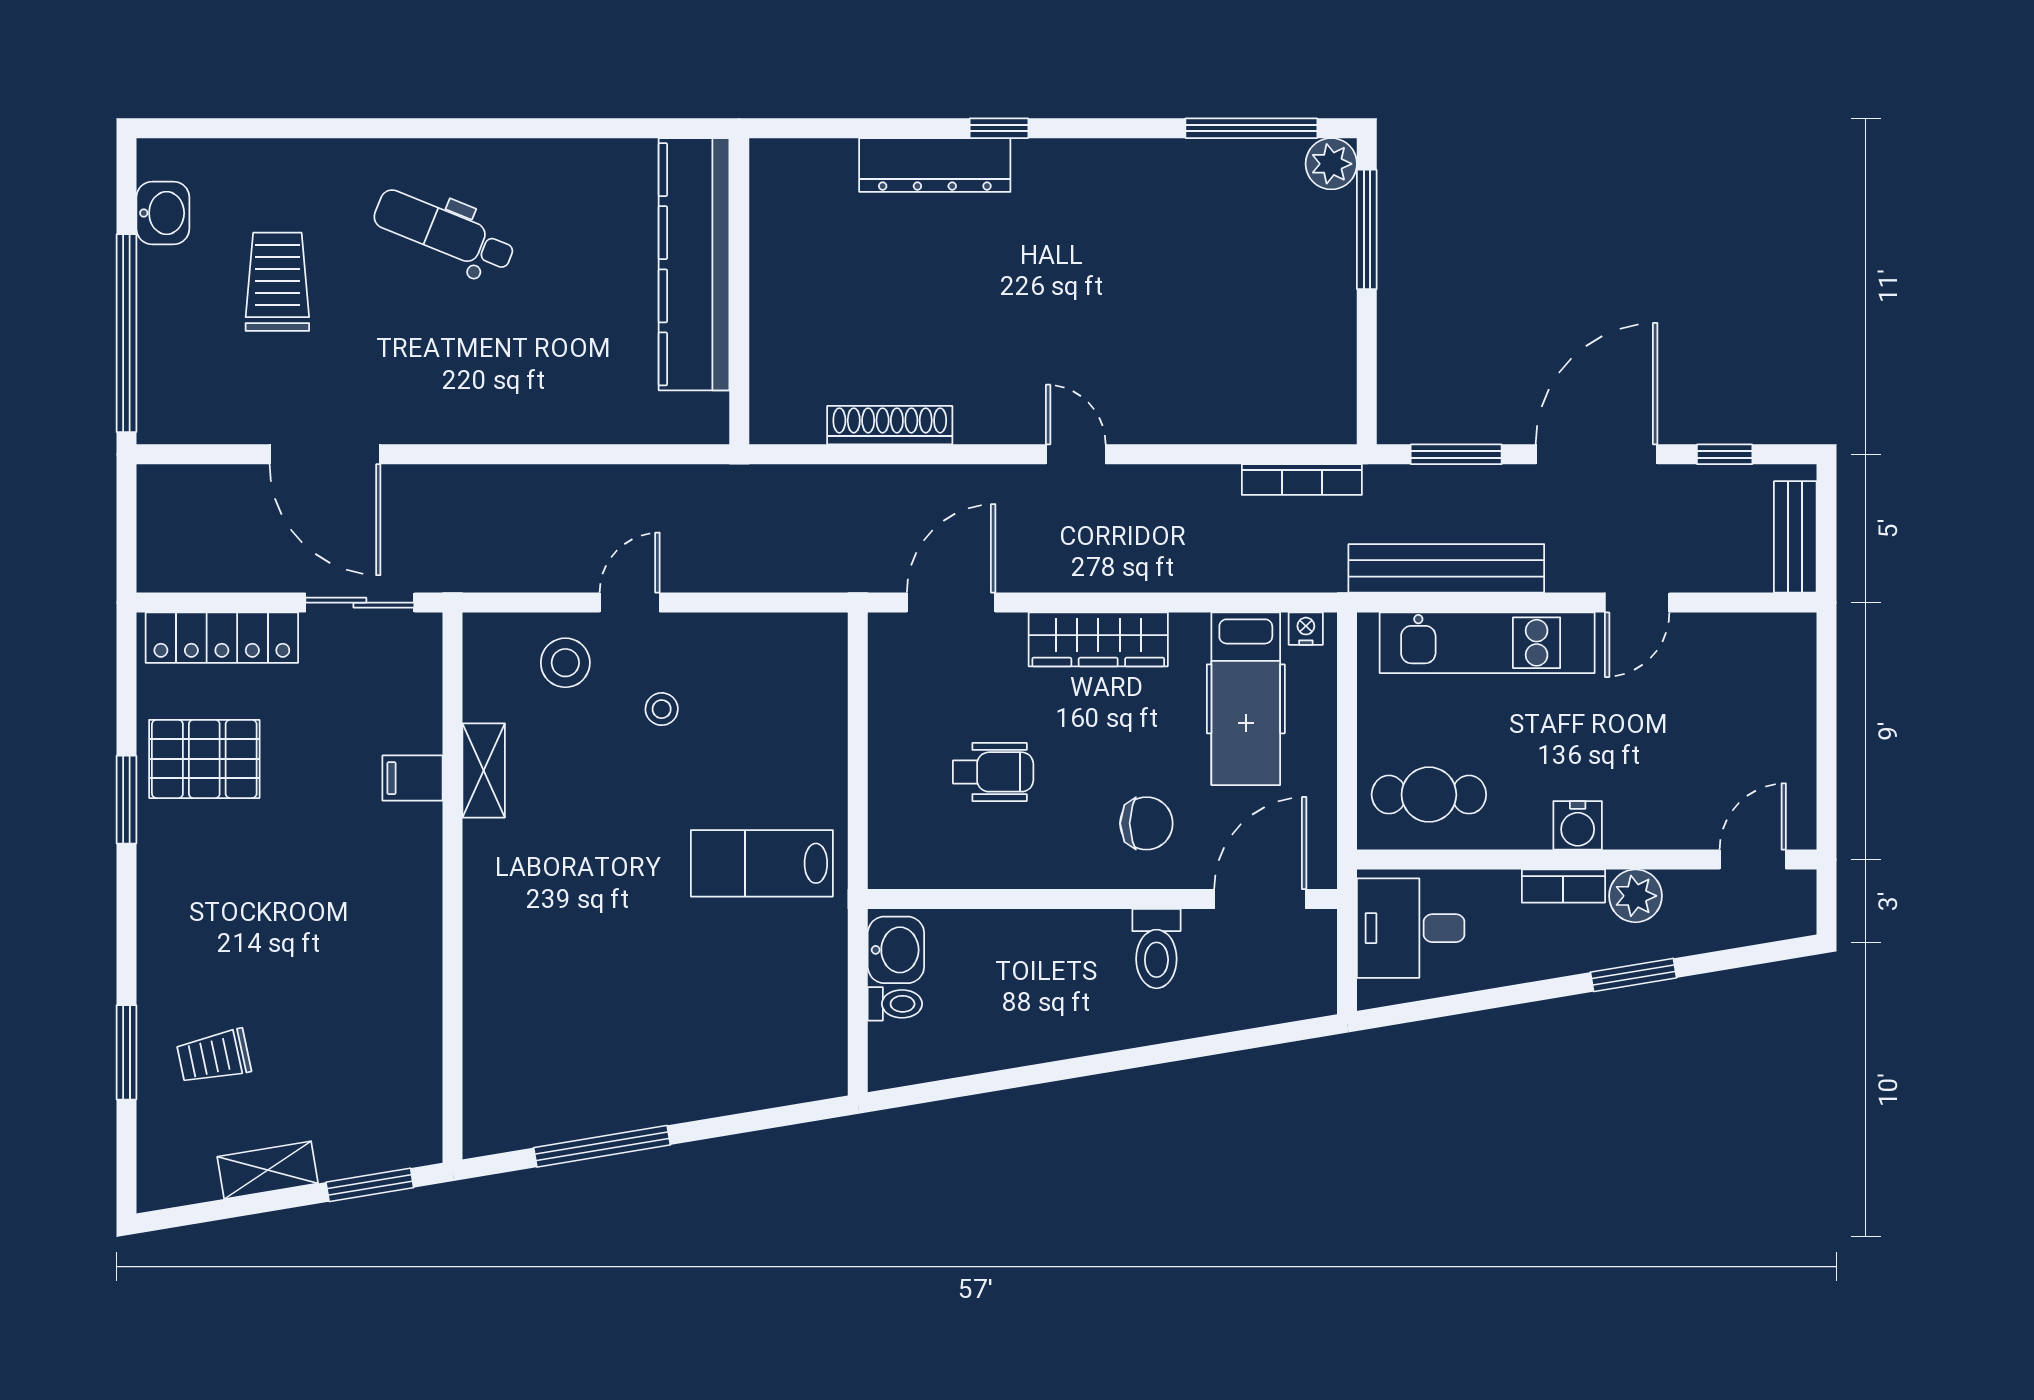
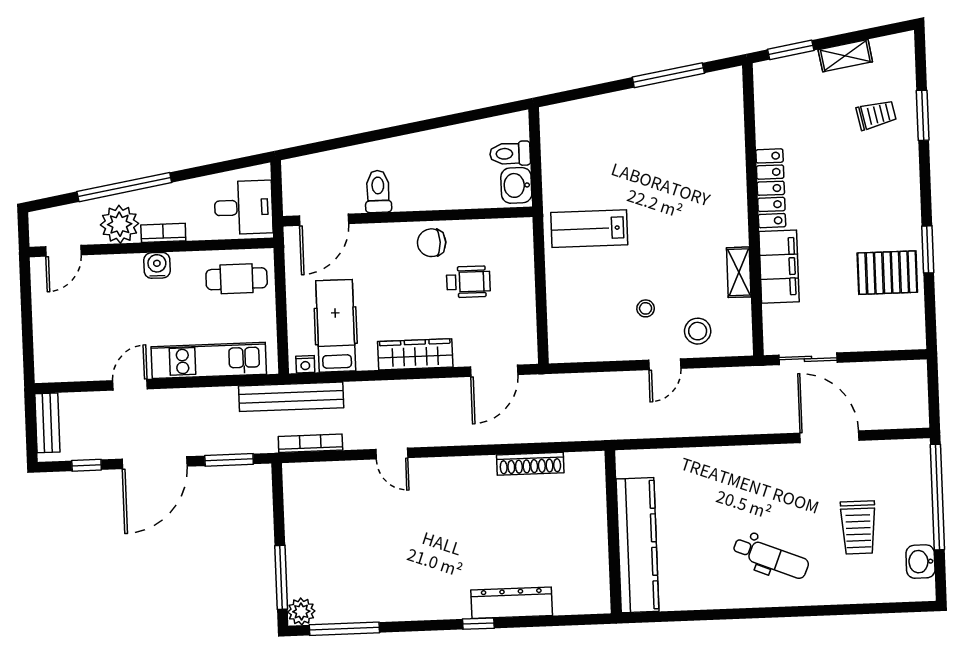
door: (1076, 454) -> (392, 454), moved
bench: (1446, 568) -> (291, 397), moved
locker: (222, 638) -> (771, 188), moved, turned 90
wheelchair: (993, 772) -> (468, 282), turned 180
filing cabinet: (413, 778) -> (779, 267), width x3.00, depth x1.17
chair: (1146, 823) -> (432, 243), moved
lab bench: (762, 863) -> (589, 229), turned 180
plant: (1635, 896) -> (120, 224), width x1.36, depth x1.36
window: (1633, 975) -> (124, 187), width x2.11
toilet: (895, 1004) -> (510, 154), width x1.37, depth x1.39

